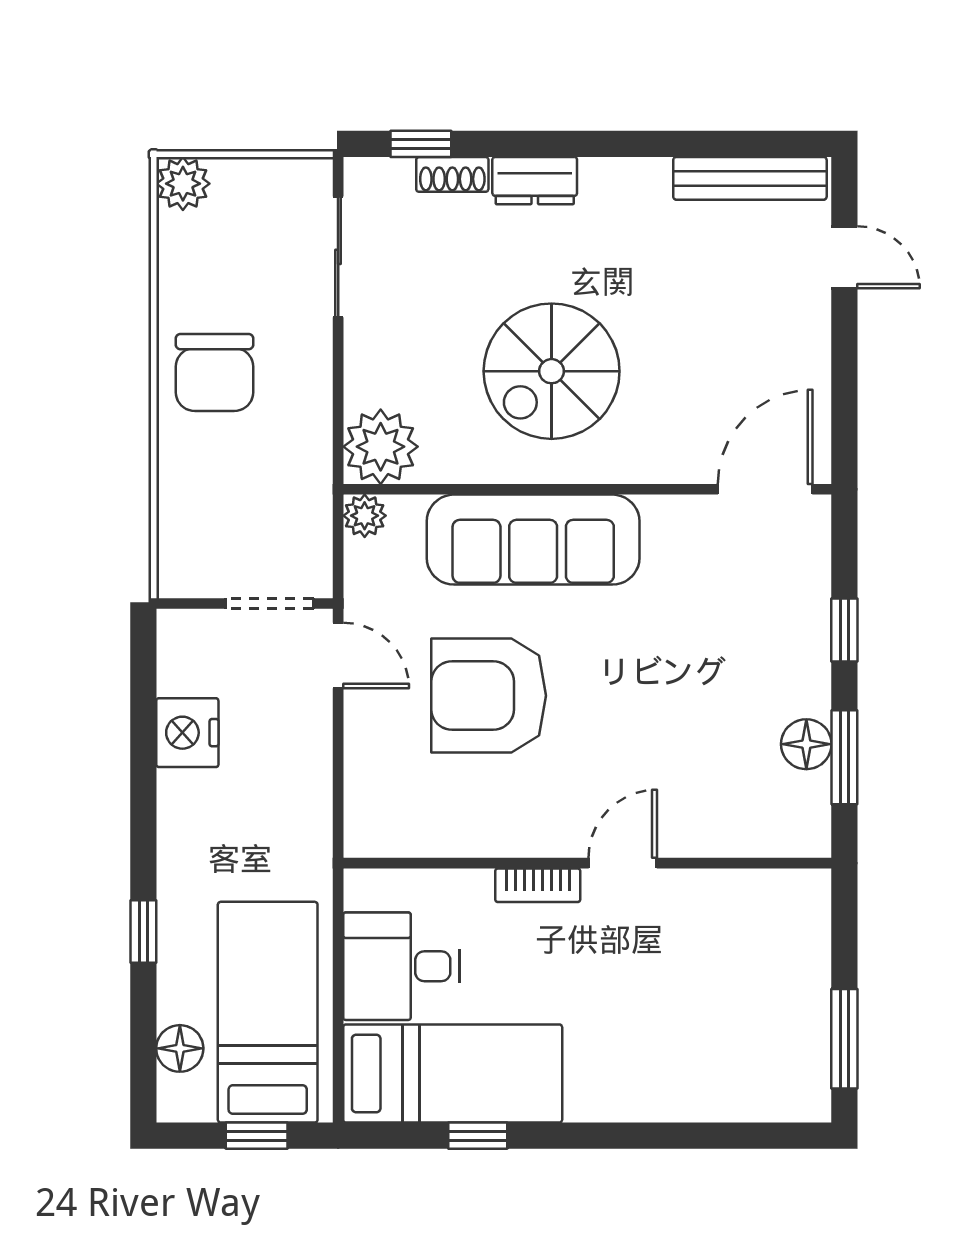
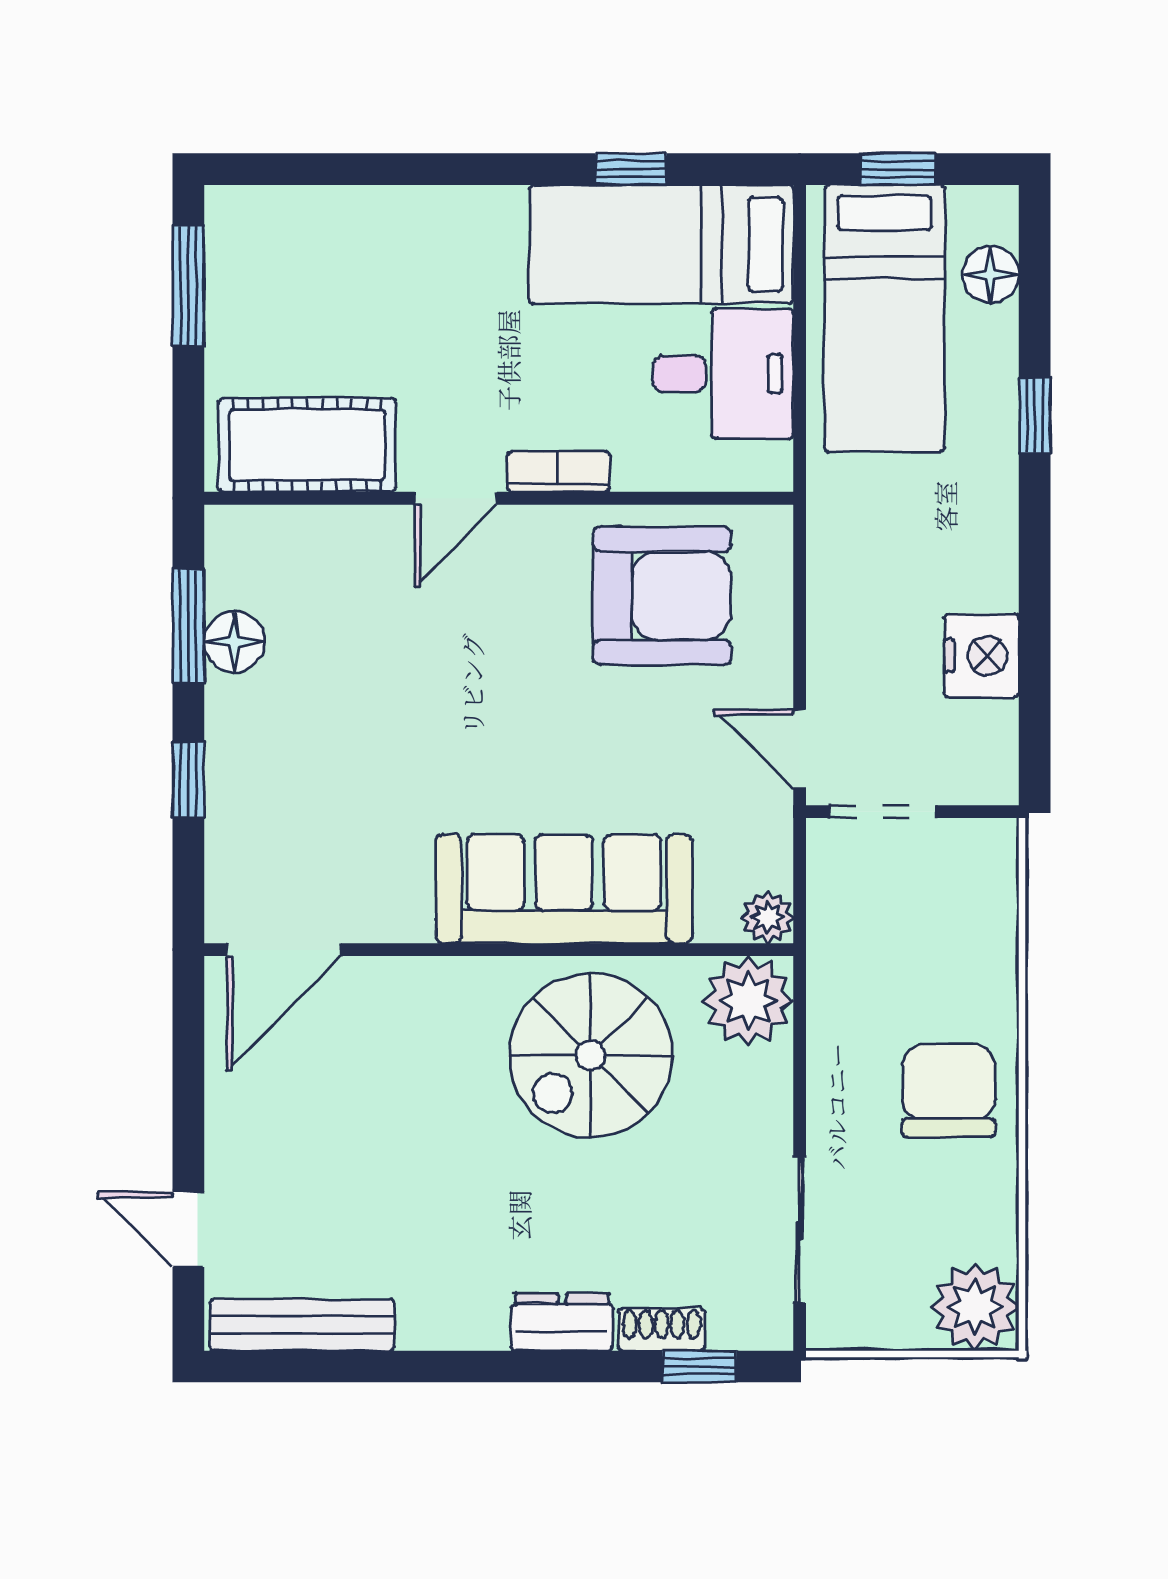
plant: (183, 184) -> (975, 1307), width x1.36, depth x1.36
spiral stairs: (552, 371) -> (590, 1055), moved, turned 180
armchair: (489, 696) -> (662, 596), moved
cot: (746, 907) -> (307, 445), added

